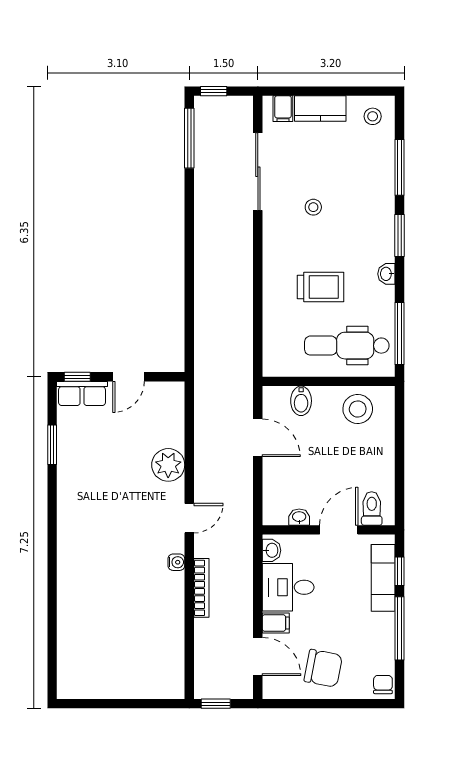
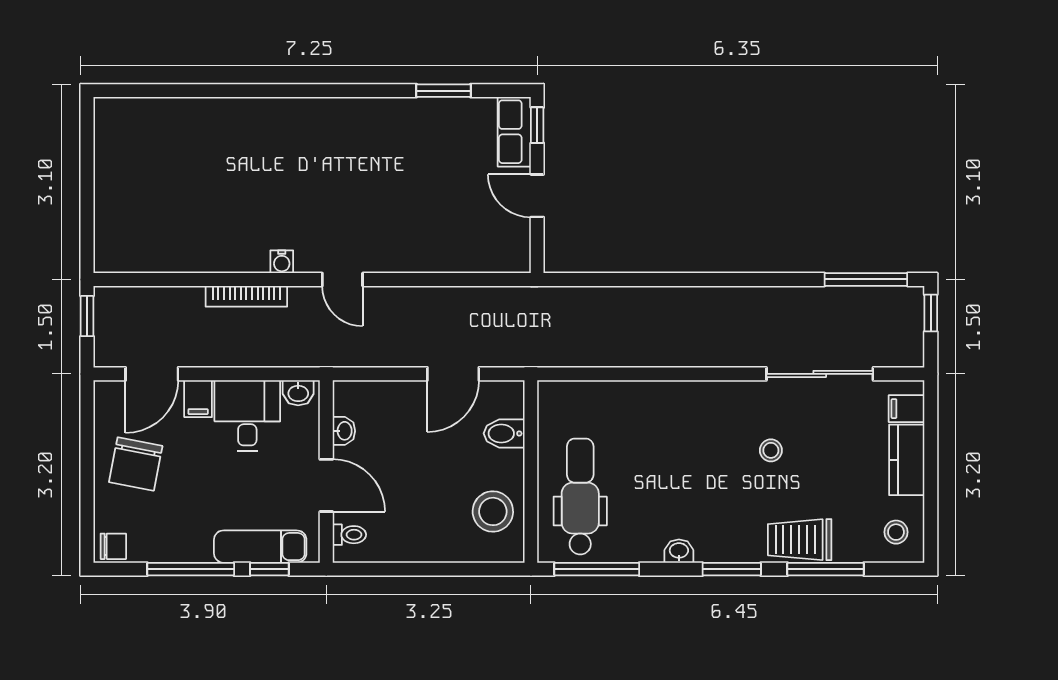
trolley: (321, 287) -> (800, 540), moved, turned 90
plant: (168, 465) -> (416, 251), removed
toilet: (372, 508) -> (349, 535), width x0.73, depth x0.72

